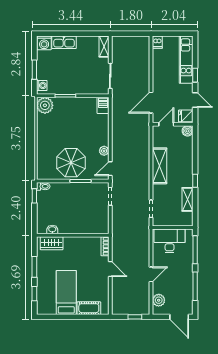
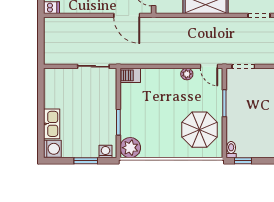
shelving: (104, 47) -> (57, 74), removed
parasol: (71, 163) -> (200, 130), moved

